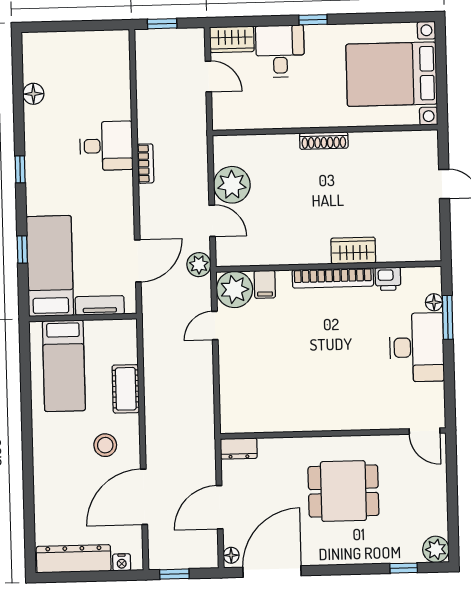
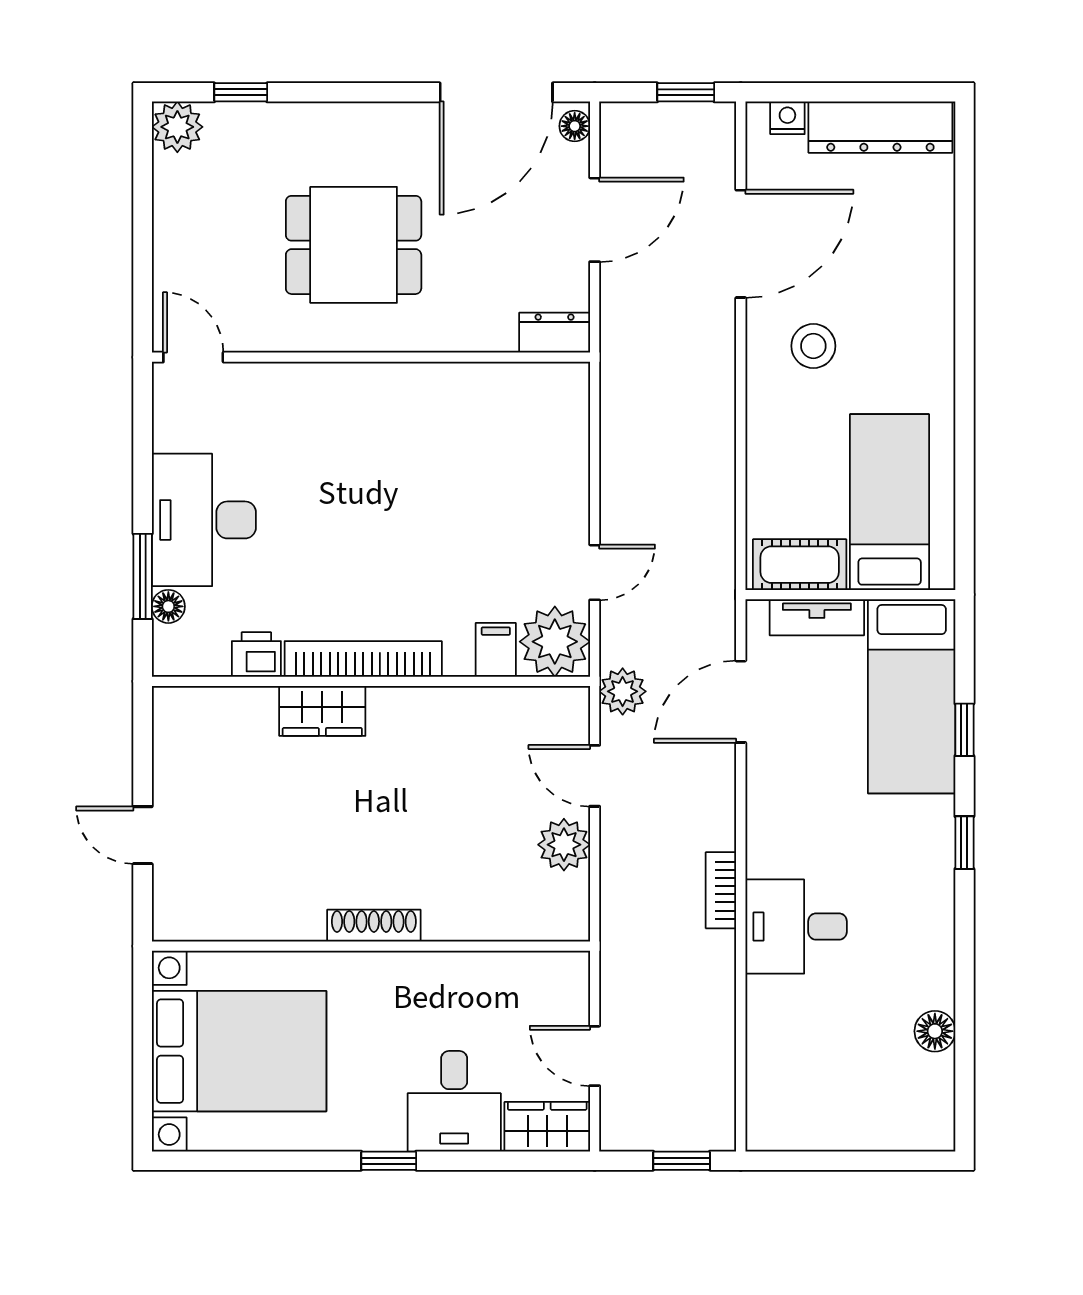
window: (20, 169) -> (964, 843), moved
plant: (232, 185) -> (564, 845), width x0.73, depth x0.73
cot: (126, 389) -> (800, 565), moved, turned 90

